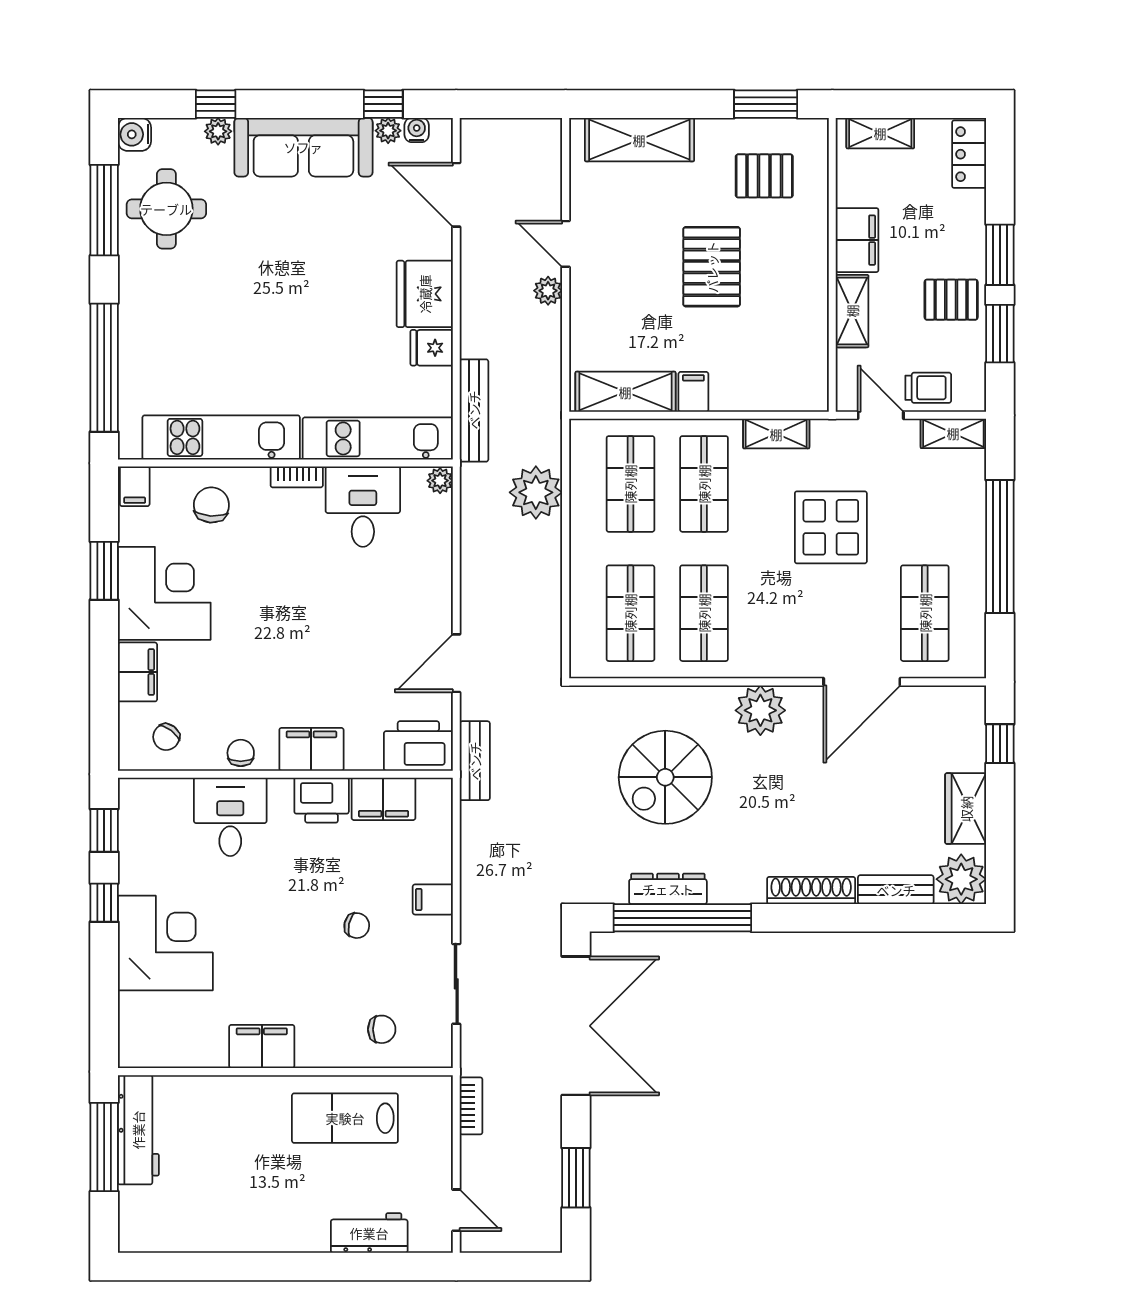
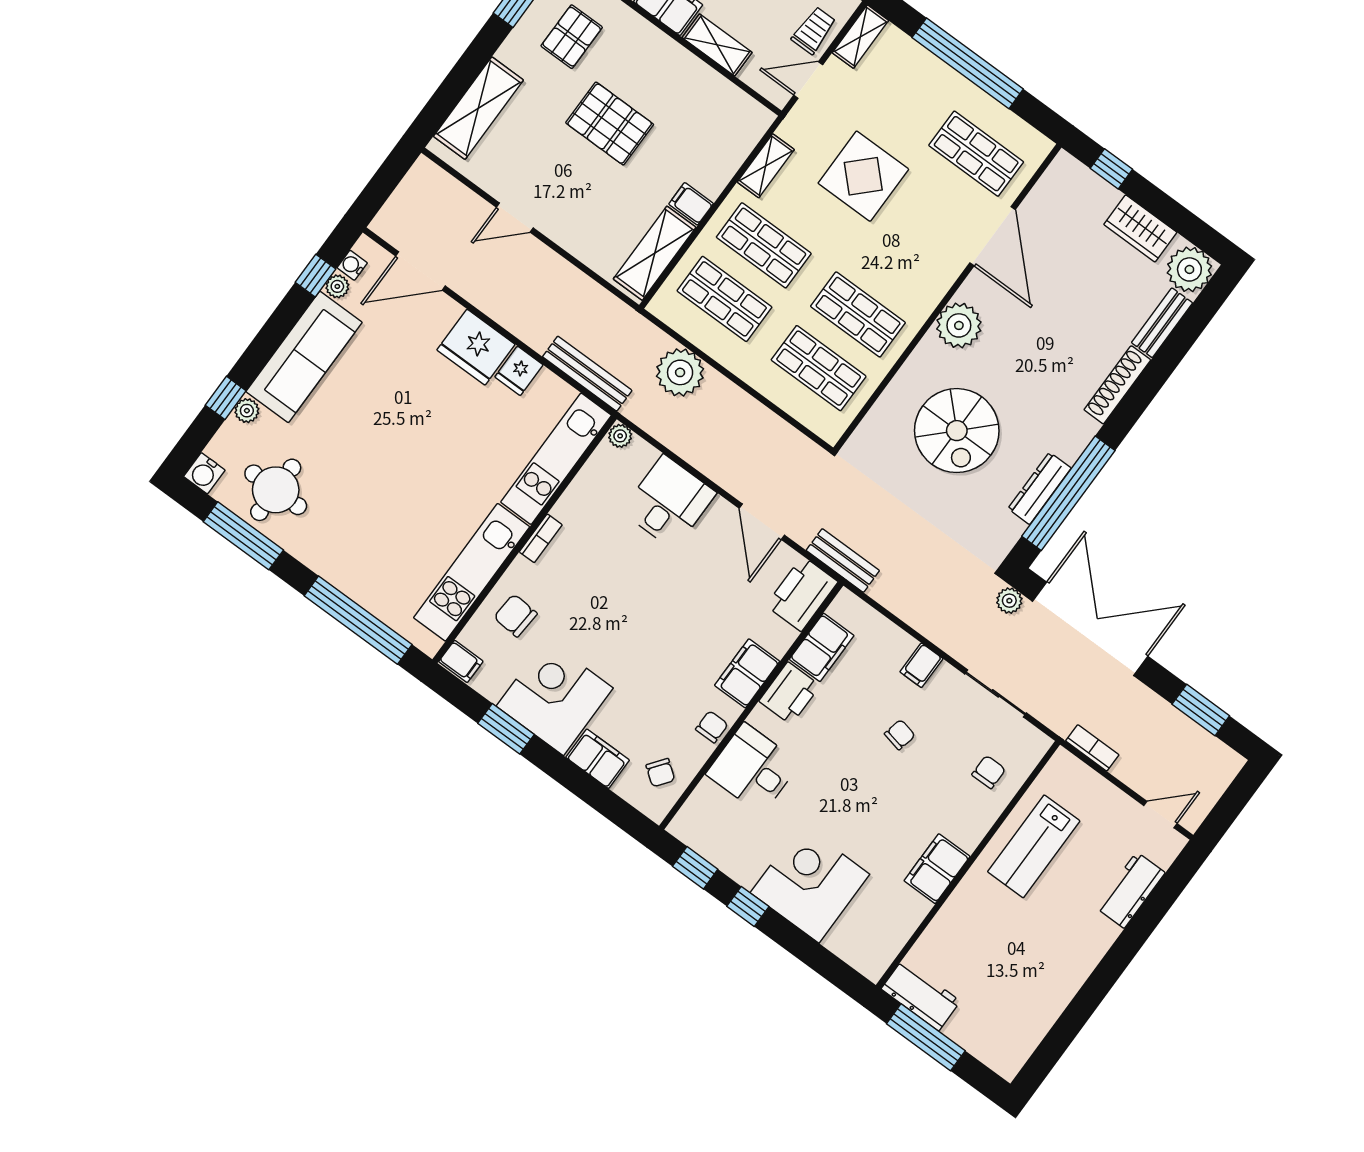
plant: (548, 291) -> (1009, 601), moved
desk: (363, 507) -> (669, 502), moved, turned 90
chair: (241, 753) -> (712, 727), turned 90
workbench: (138, 1130) -> (921, 995), width x0.73

